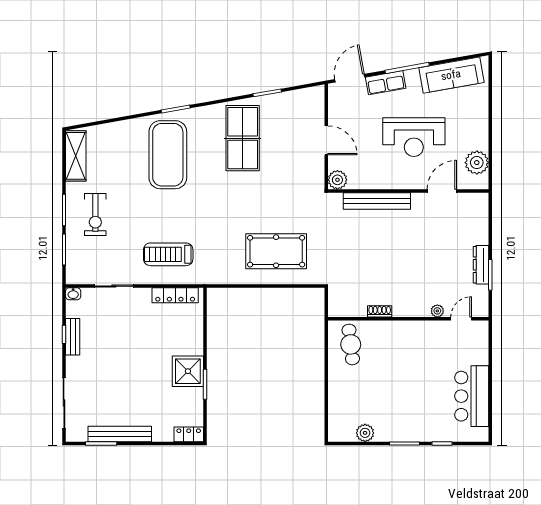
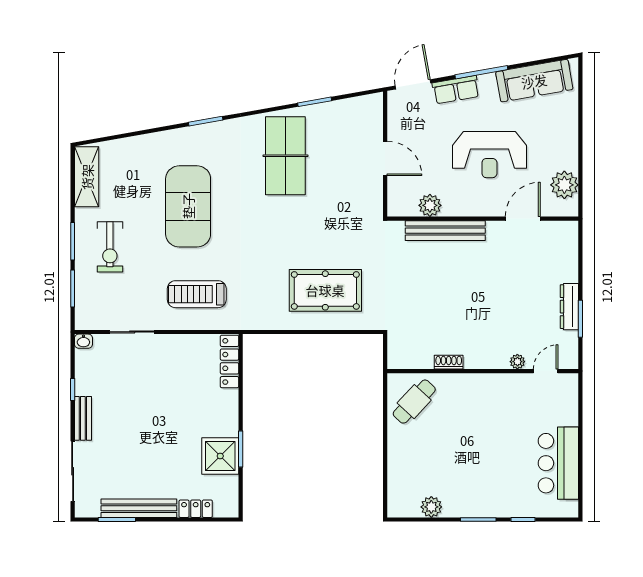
exercise mat: (168, 155) -> (188, 206), moved
plant: (337, 180) -> (430, 205), moved
locker: (175, 295) -> (230, 361), moved, turned 90
bench: (73, 337) -> (83, 418), moved
cafe table: (351, 344) -> (414, 402), turned 50
shower: (188, 371) -> (220, 456), moved
locker: (189, 434) -> (196, 509), moved

